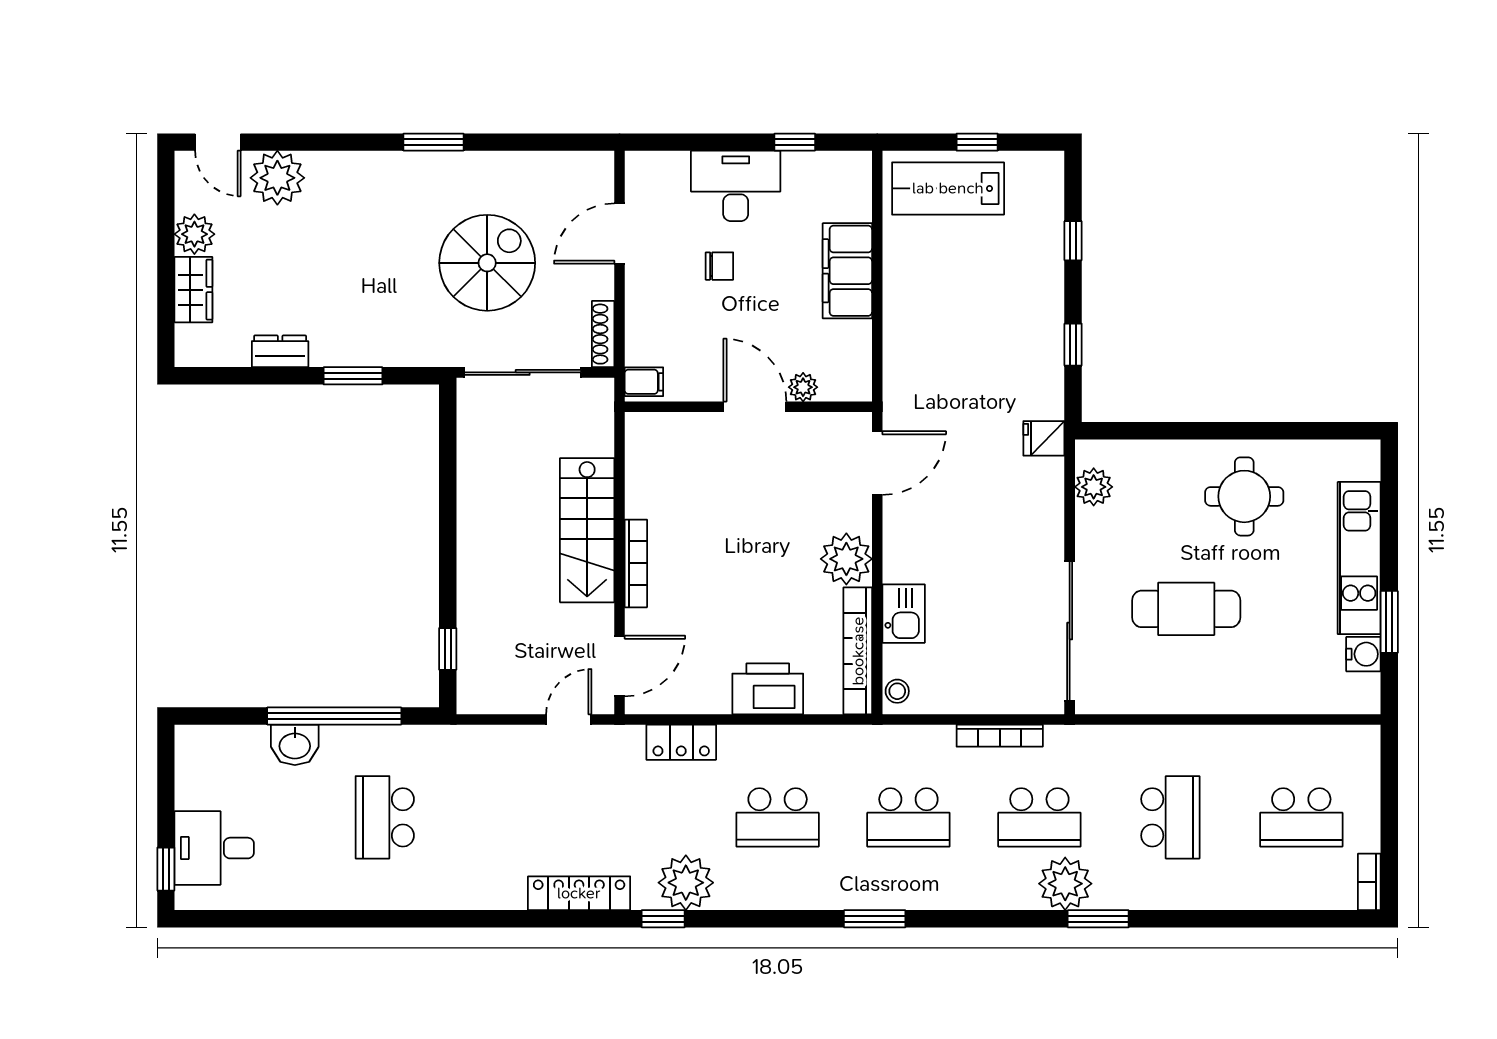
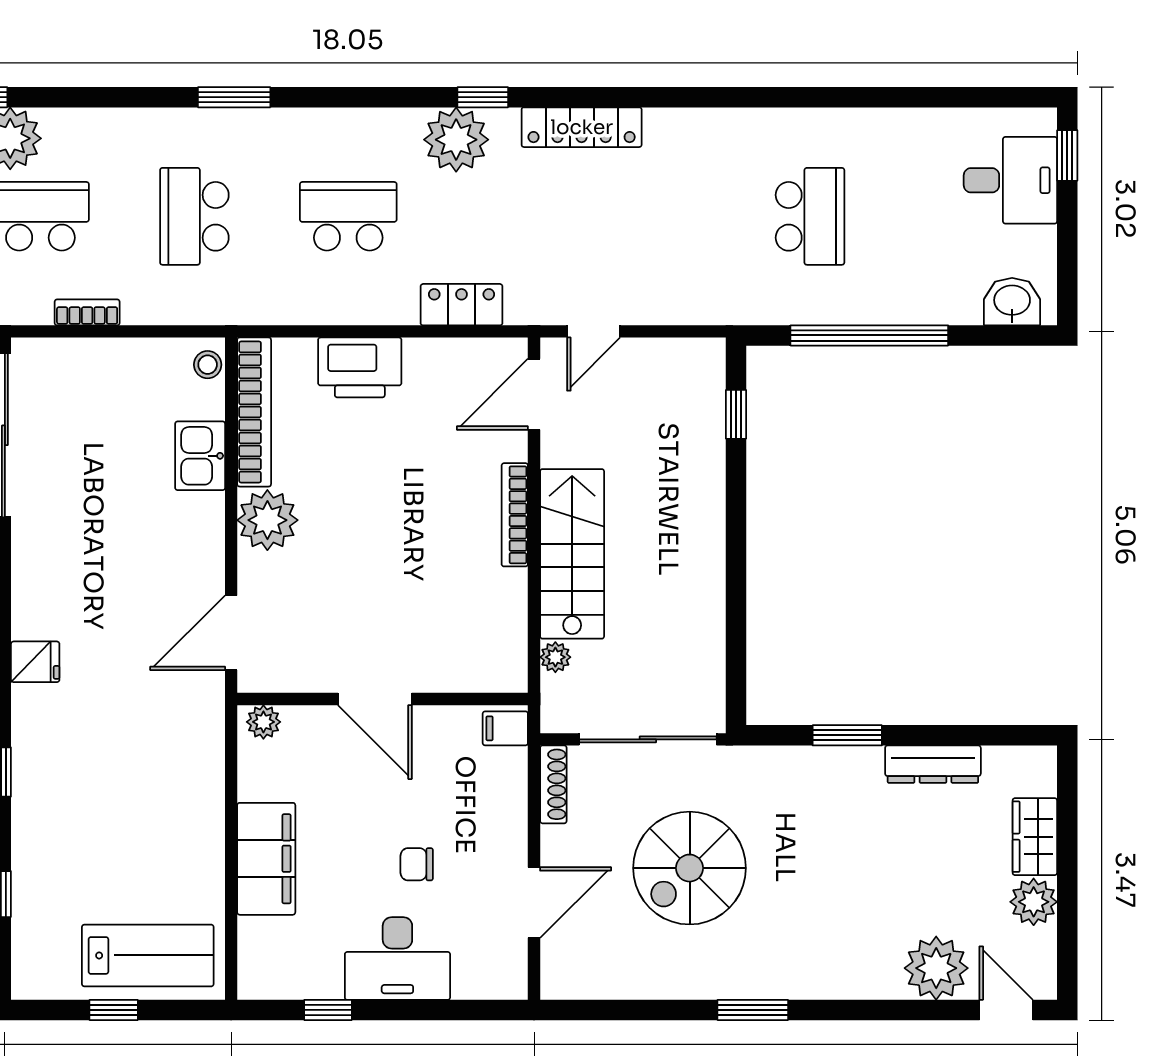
dresser: (280, 351) -> (933, 764), width x1.44
plant: (803, 387) -> (263, 722), moved
plant: (601, 442) -> (555, 657), added
bookcase: (1000, 736) -> (87, 312), width x0.64
washbasin: (295, 745) -> (1012, 302), moved
school desk: (908, 817) -> (194, 216), turned -90

